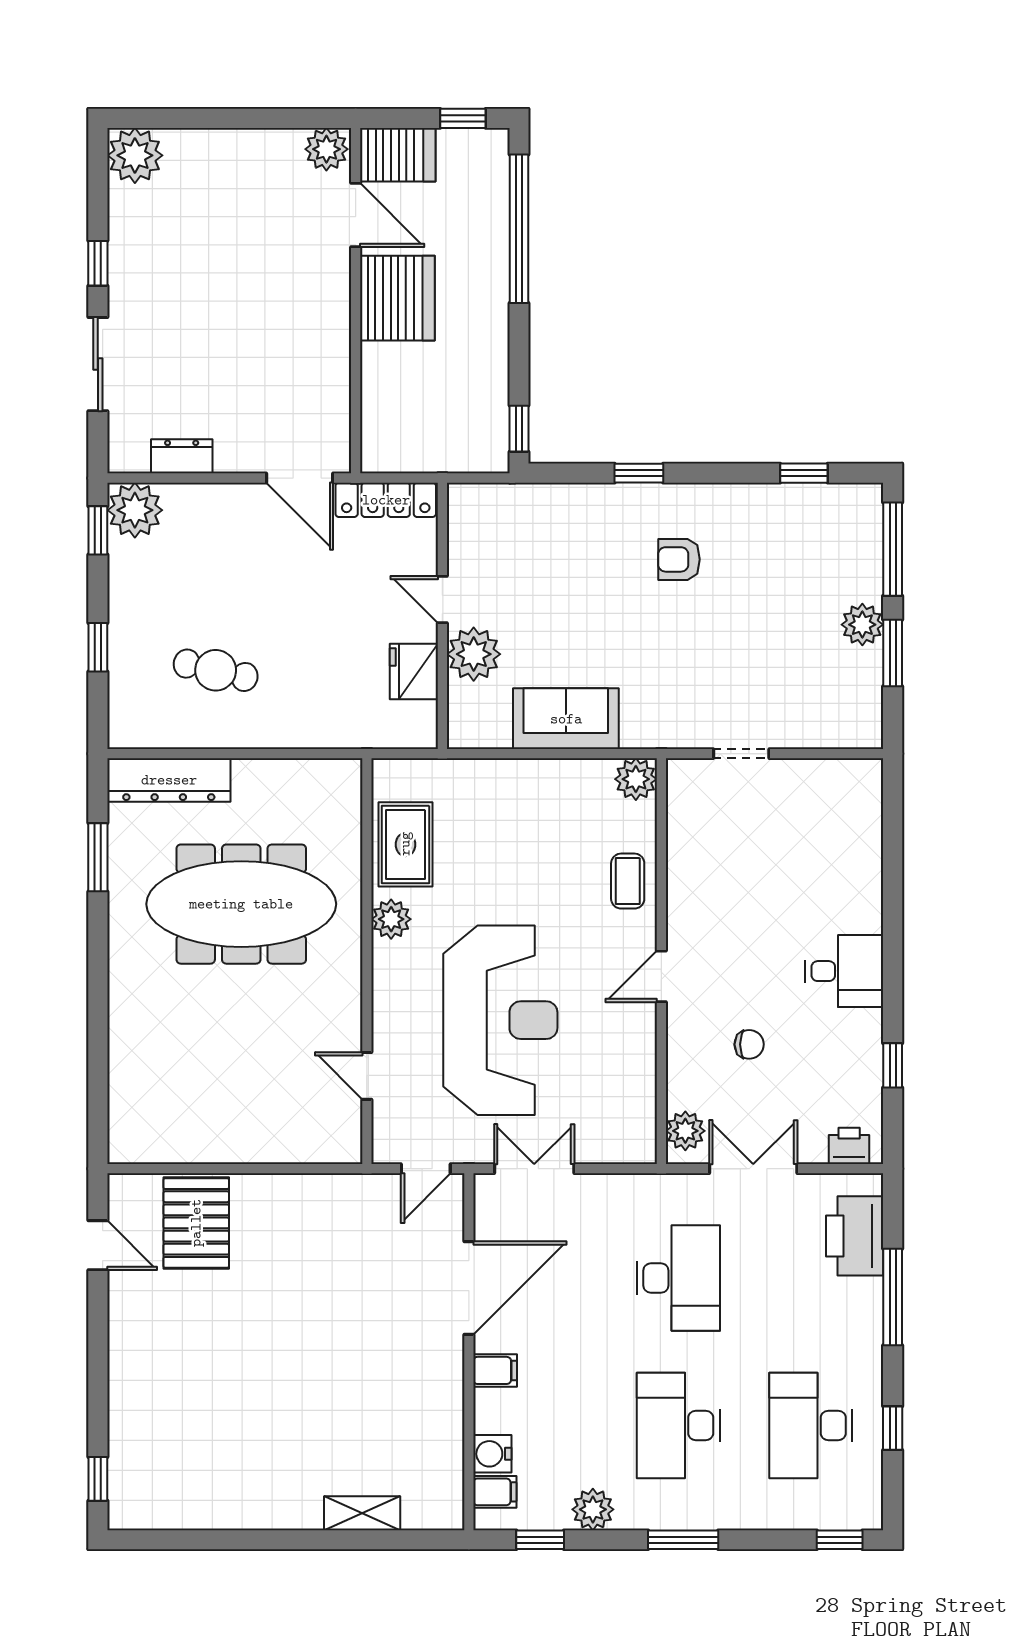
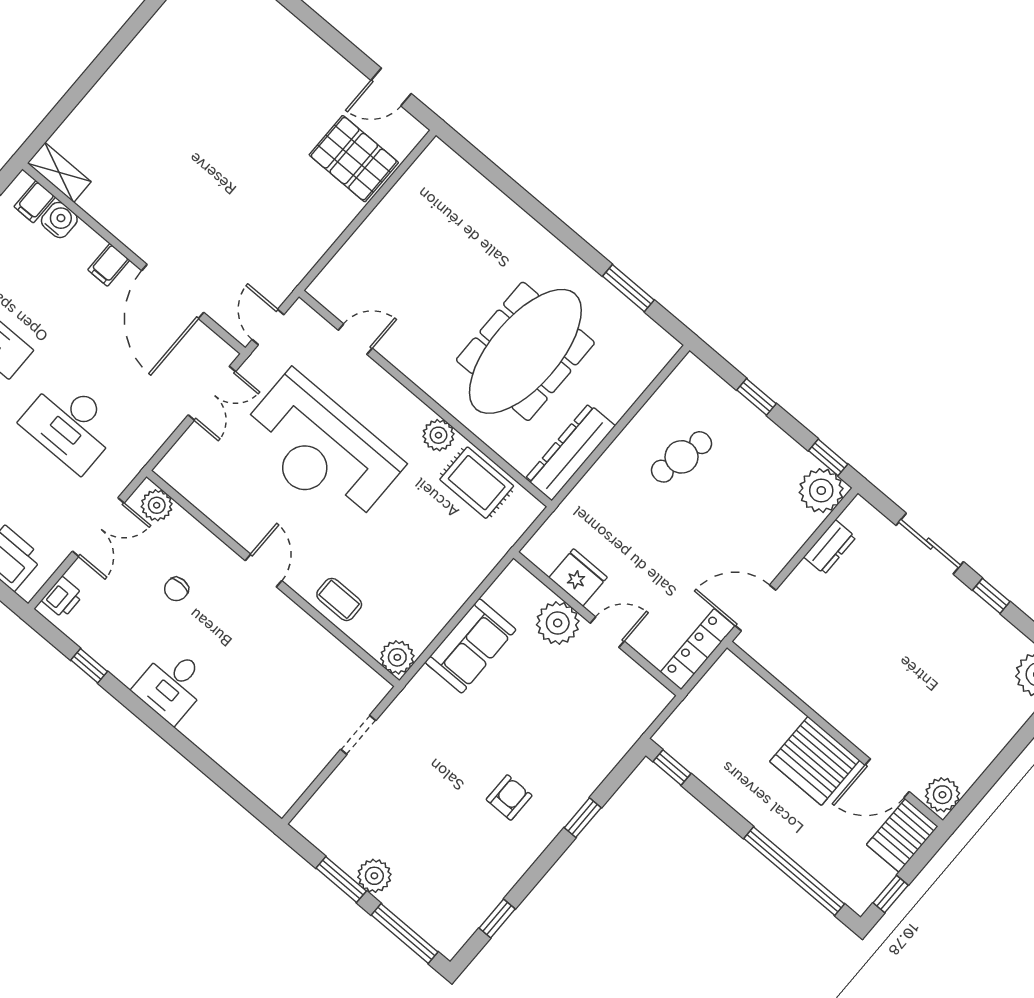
dresser: (169, 780) -> (570, 452), moved
shelving: (362, 1513) -> (59, 173), moved, turned 90

